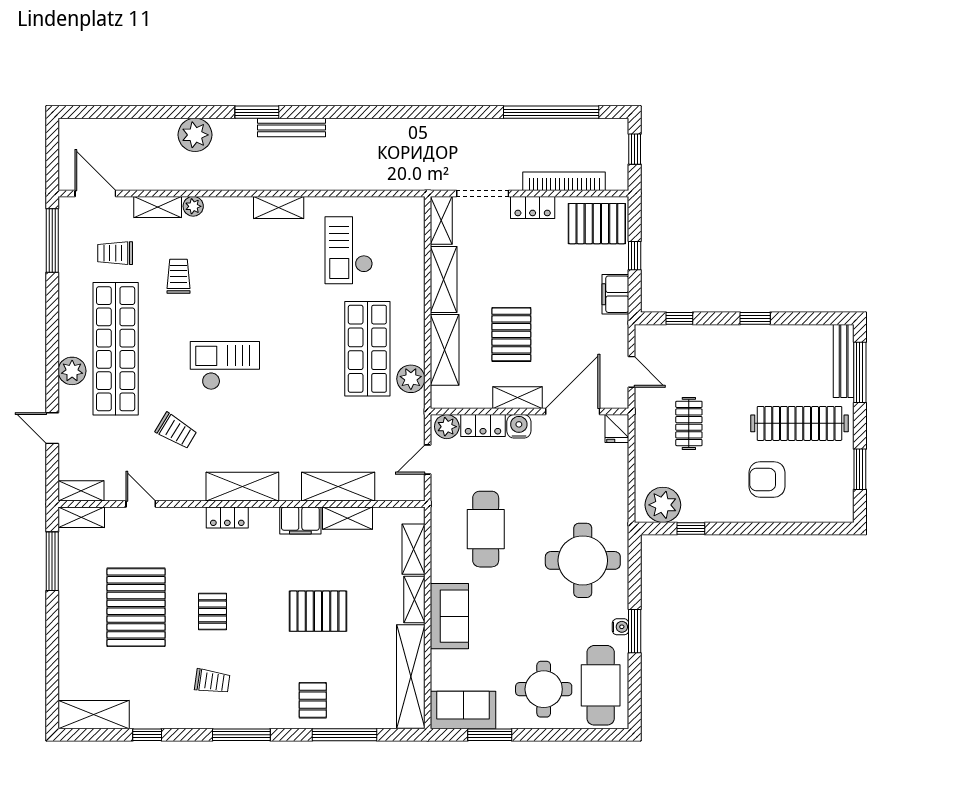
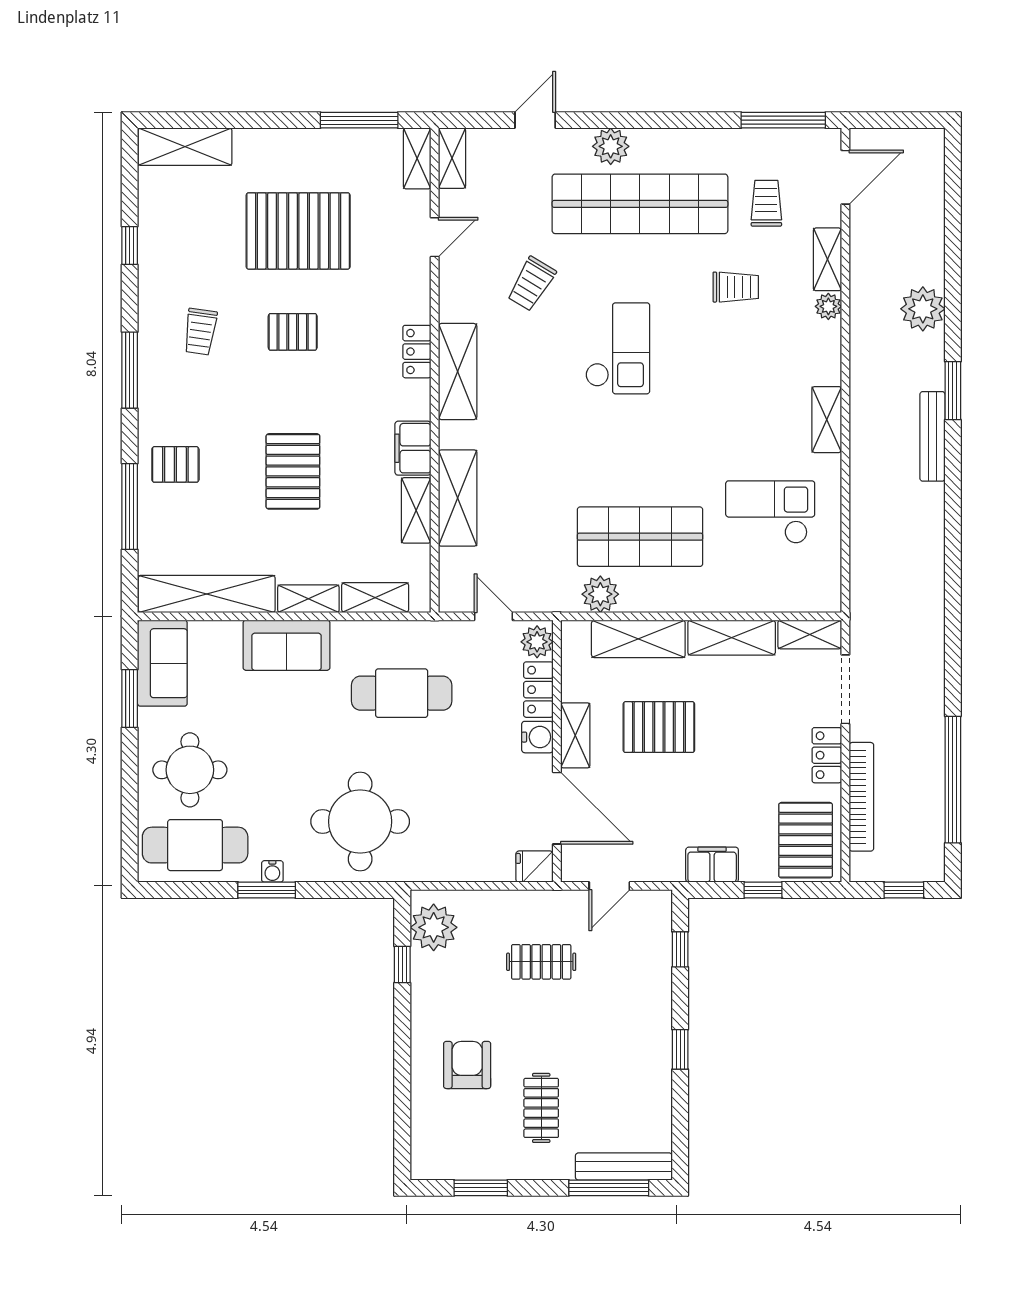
clothes rail: (799, 423) -> (541, 1108), width x0.54, depth x0.76
shelving: (94, 715) -> (185, 147), moved, turned 90

